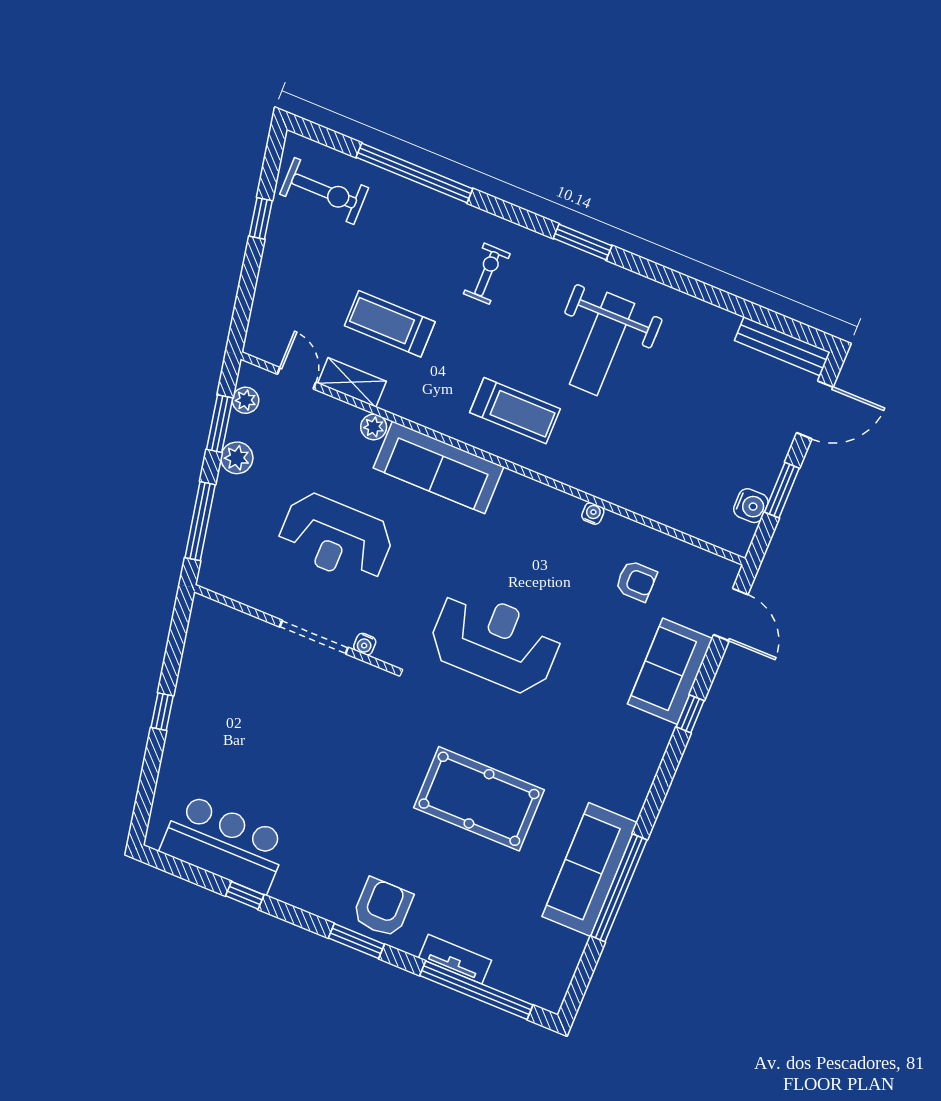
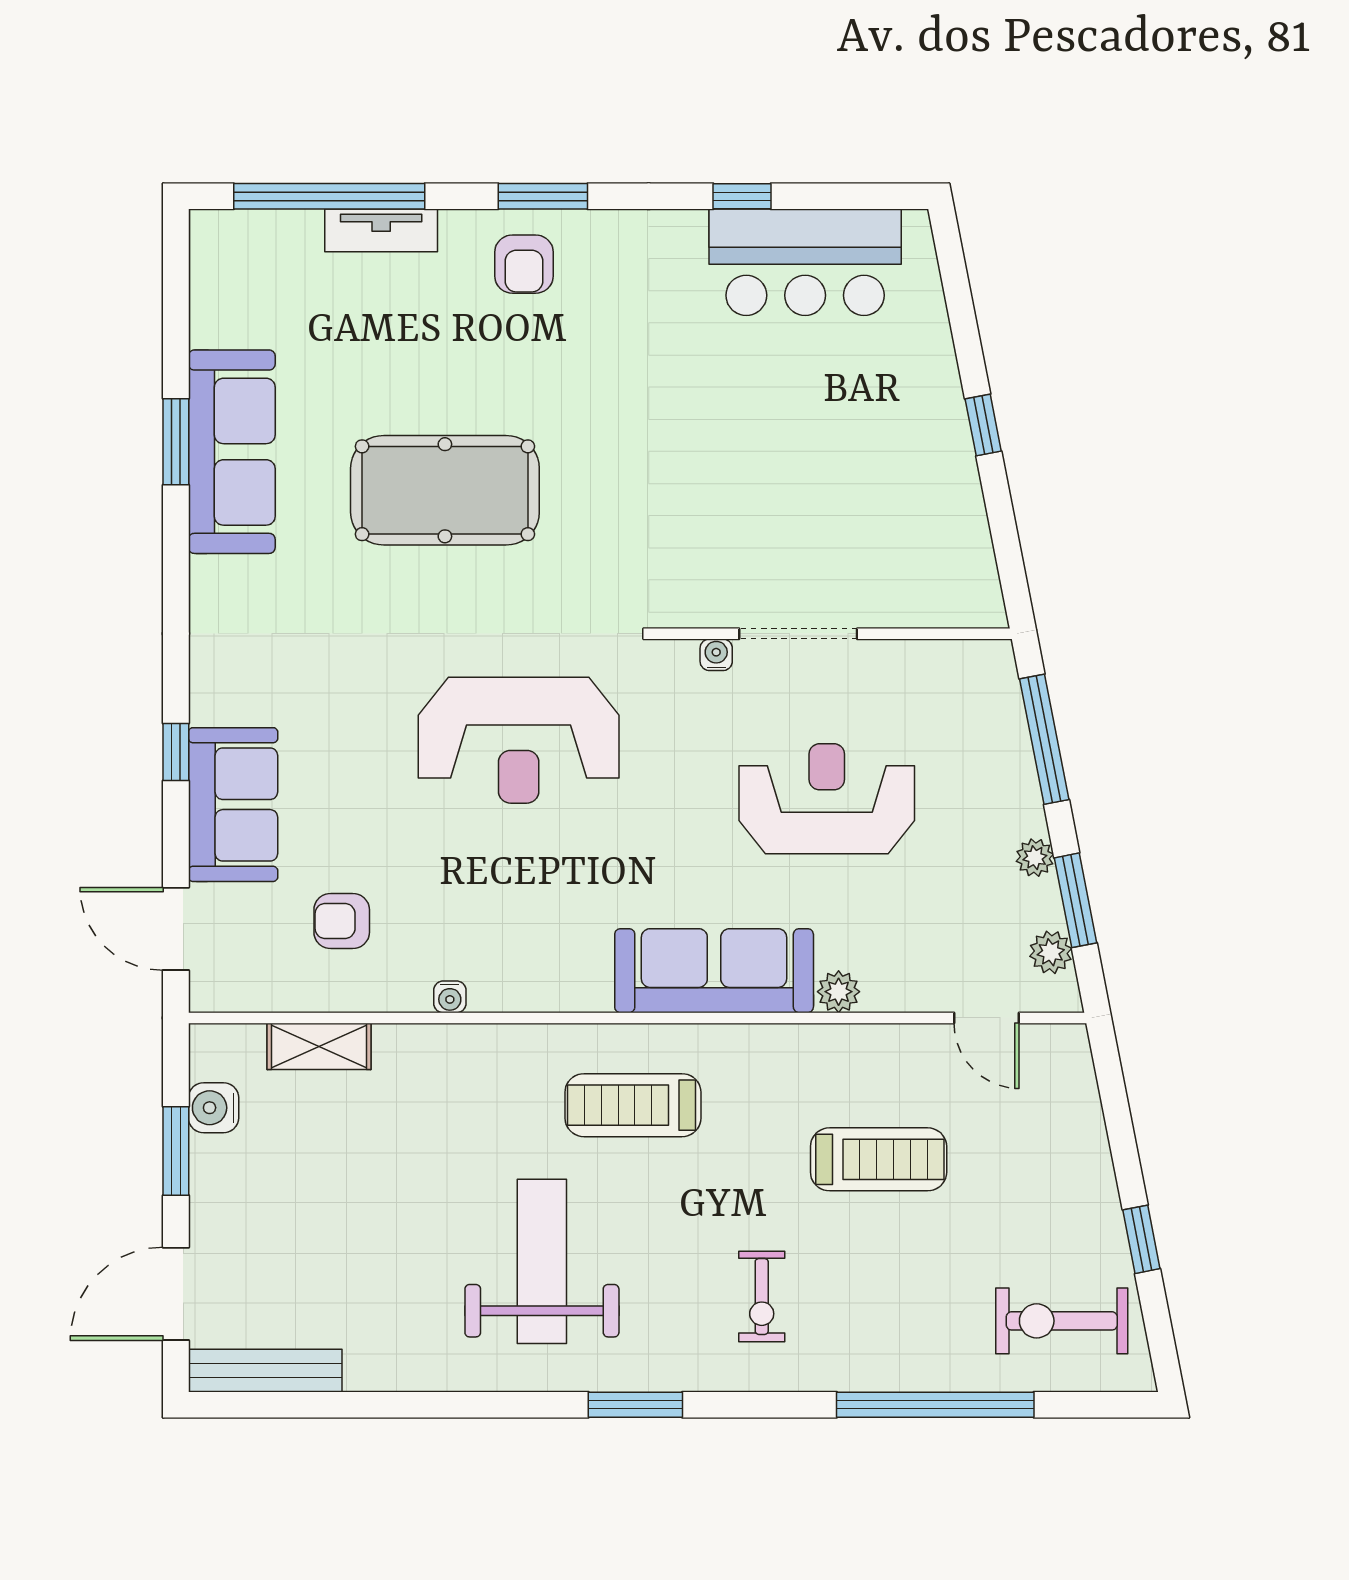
shelving: (352, 382) -> (319, 1046), moved
plant: (237, 458) -> (1035, 858), width x0.73, depth x0.73
window: (619, 888) -> (176, 442), width x0.47
armchair: (383, 907) -> (524, 264), width x0.72, depth x0.72

